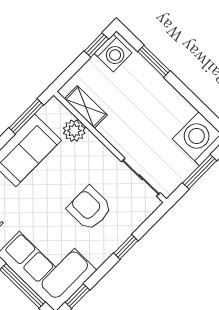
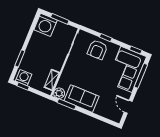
plant: (74, 131) -> (59, 93), moved
armchair: (90, 208) -> (97, 50), moved

